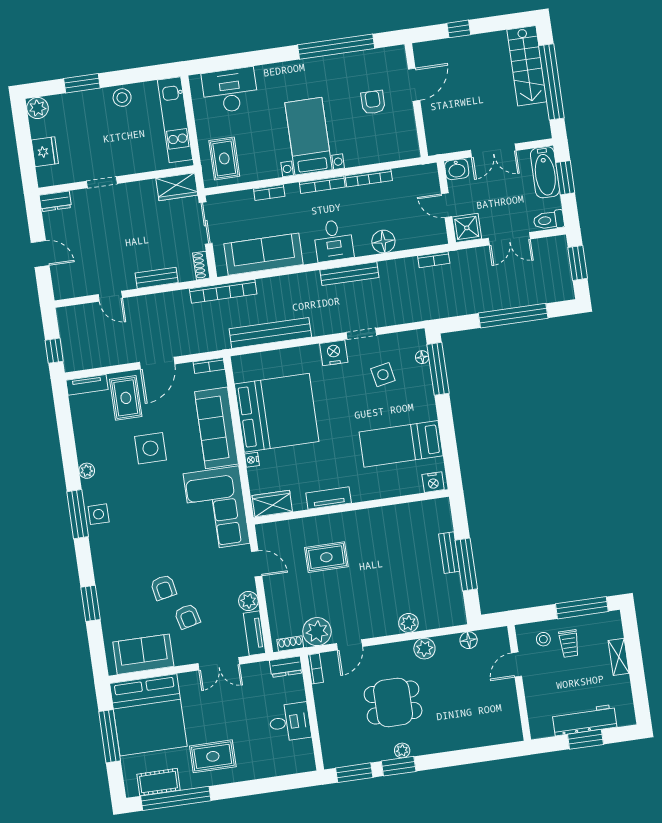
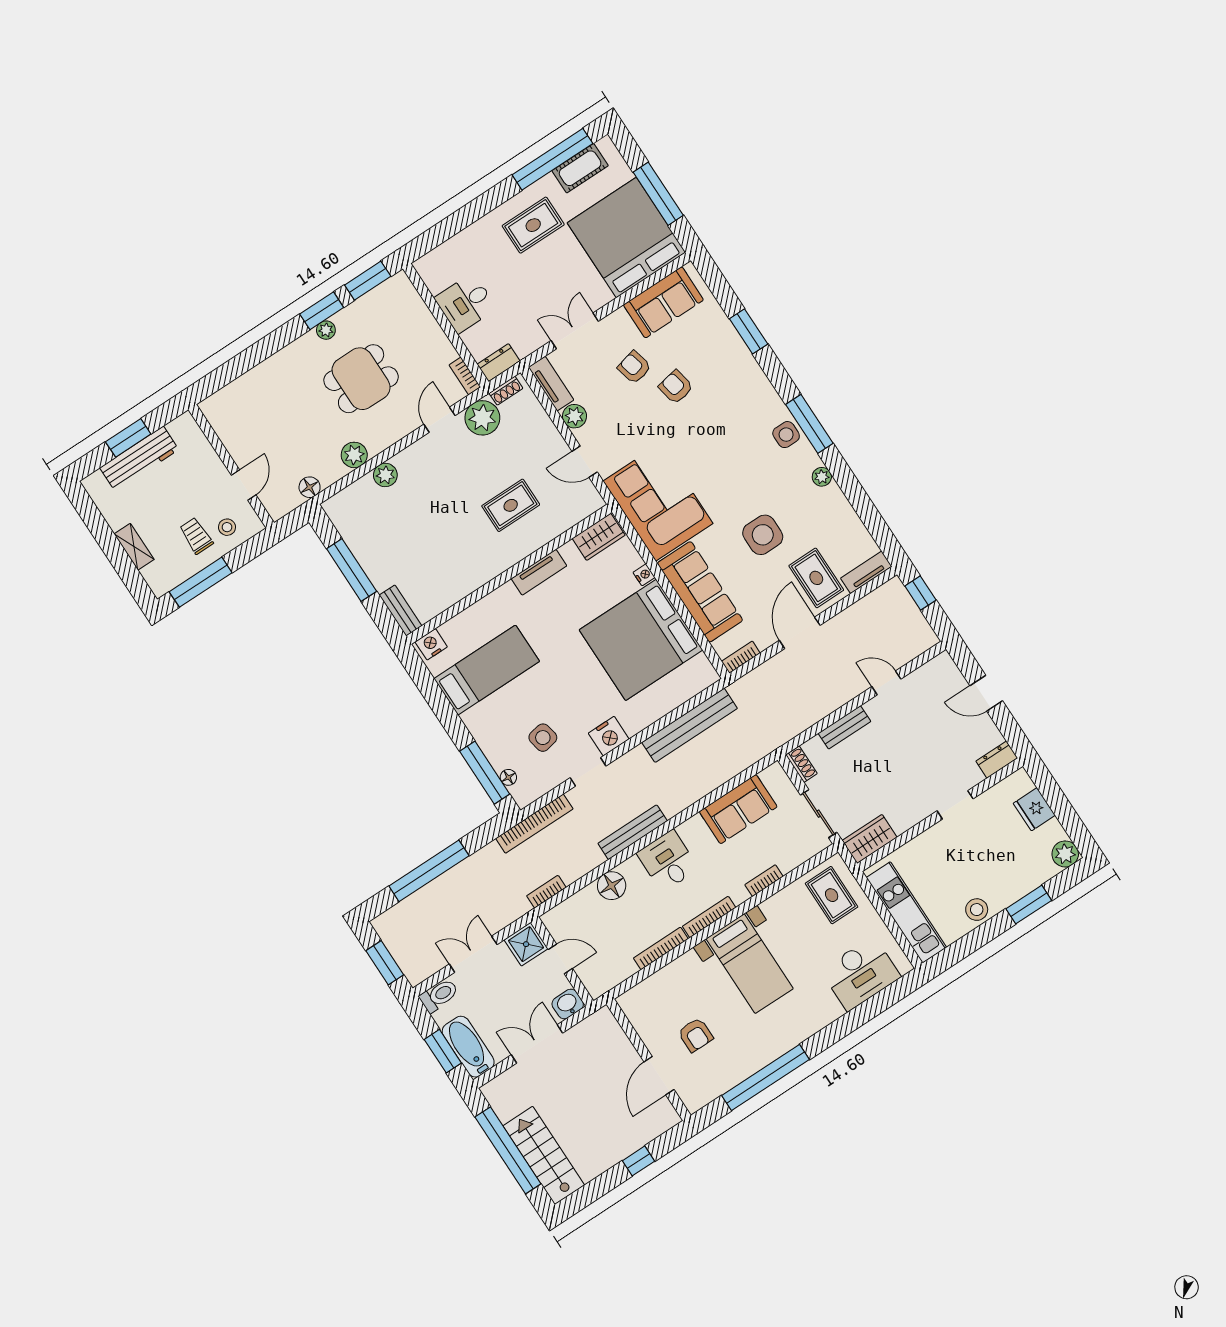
sofa: (263, 254) -> (738, 809), width x0.73
bookcase: (223, 291) -> (534, 824), moved, turned 180
bench: (449, 553) -> (400, 611), moved

